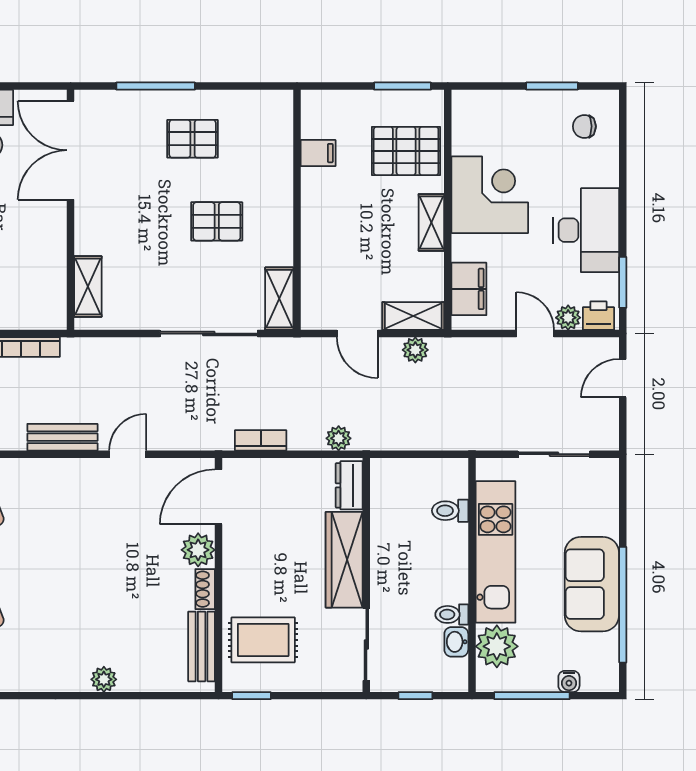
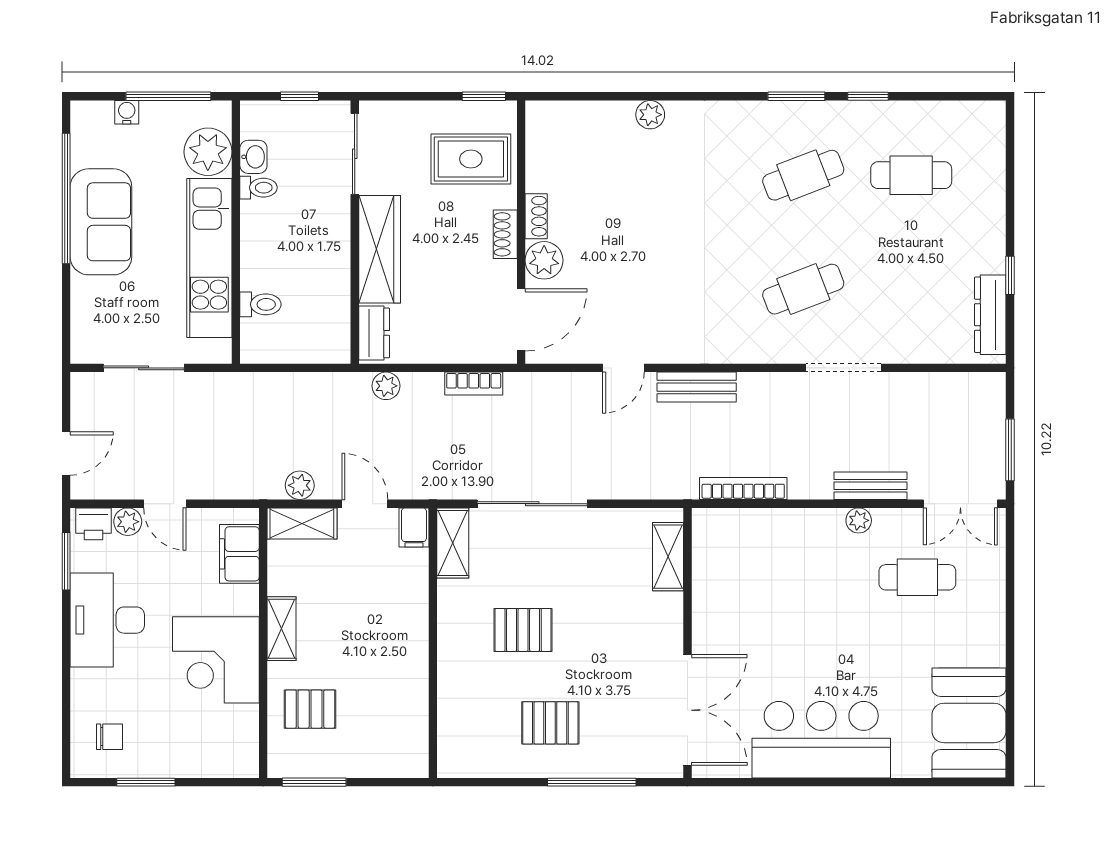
pallet: (406, 151) -> (310, 709), width x0.67, depth x0.71
filing cabinet: (318, 153) -> (414, 528), moved, turned -90
shoe rack: (233, 573) -> (505, 234), added
bench: (202, 646) -> (540, 152), removed

